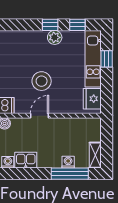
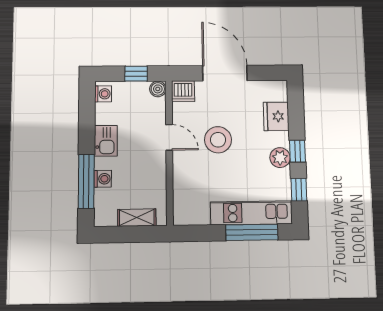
window: (107, 59) -> (252, 232), width x2.17
fridge: (92, 99) -> (276, 116), moved, turned -90
shelving: (95, 155) -> (137, 218), moved
kitchen sink: (26, 160) -> (106, 141), moved

